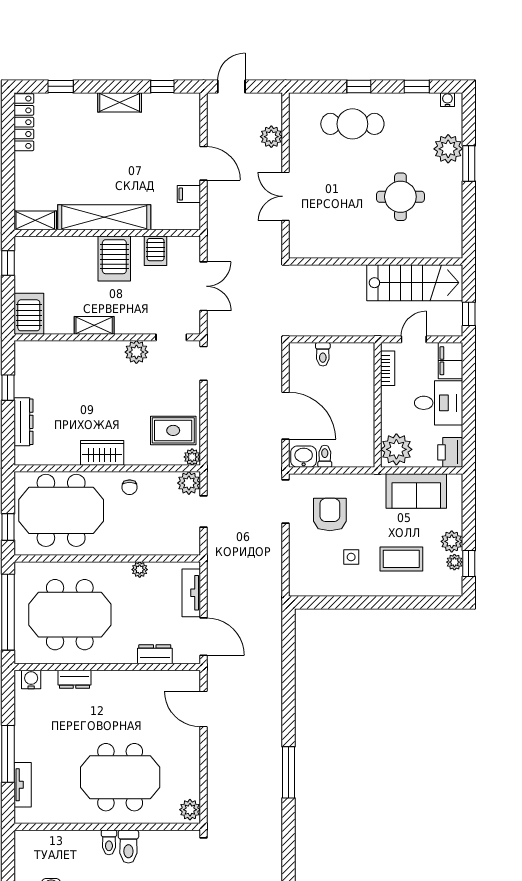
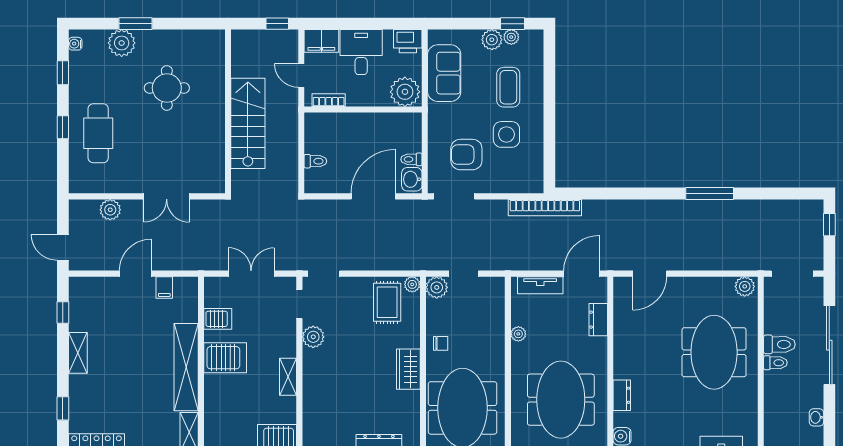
stairs: (415, 283) -> (248, 123), moved
side table: (351, 557) -> (506, 134), width x1.87, depth x1.87
bookcase: (274, 598) -> (545, 208), added

